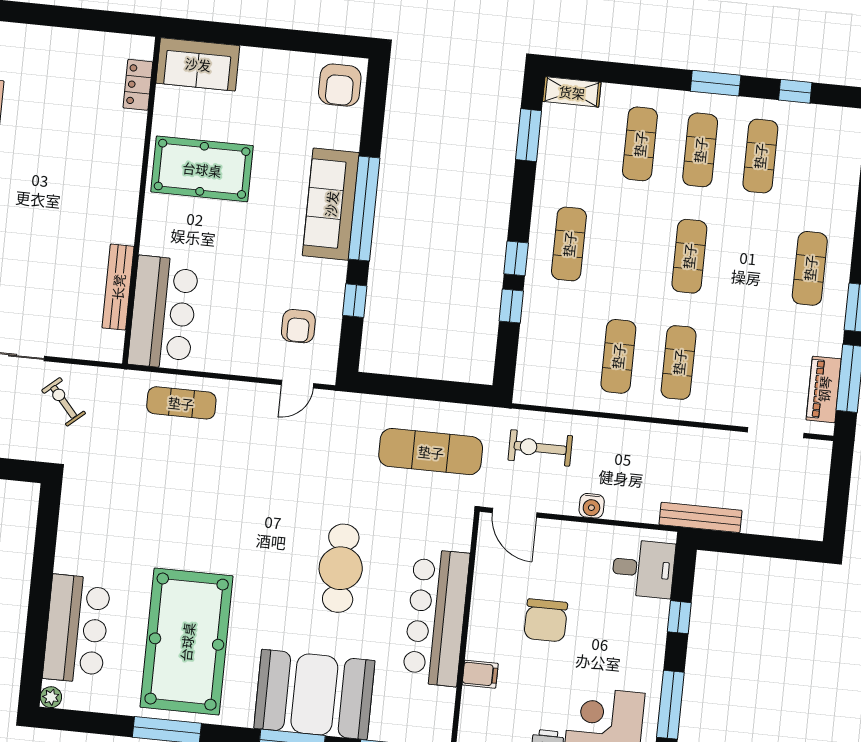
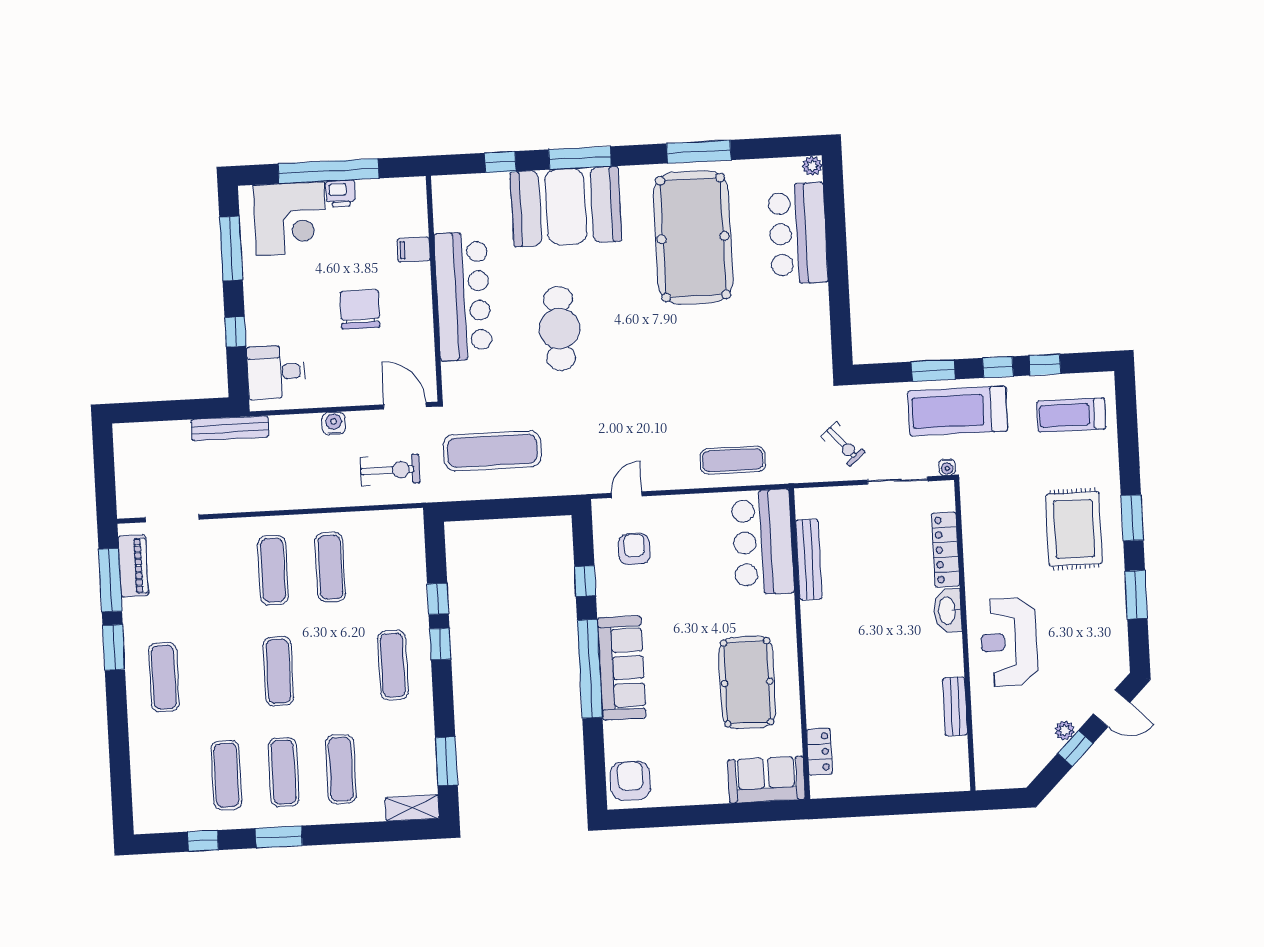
pool table: (202, 169) -> (747, 682), turned 90

